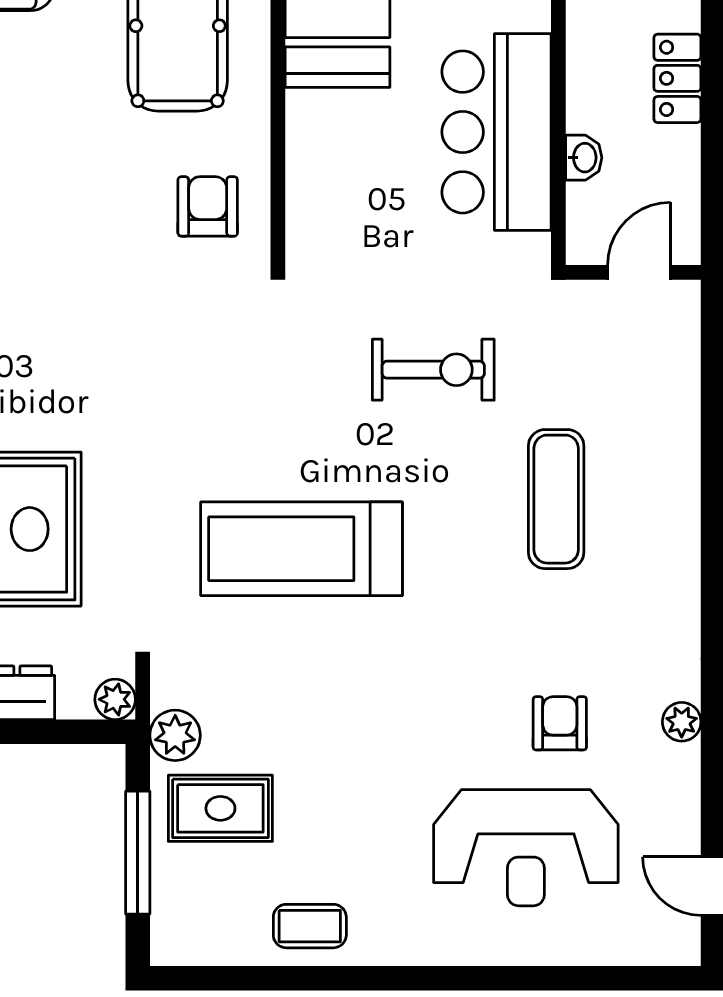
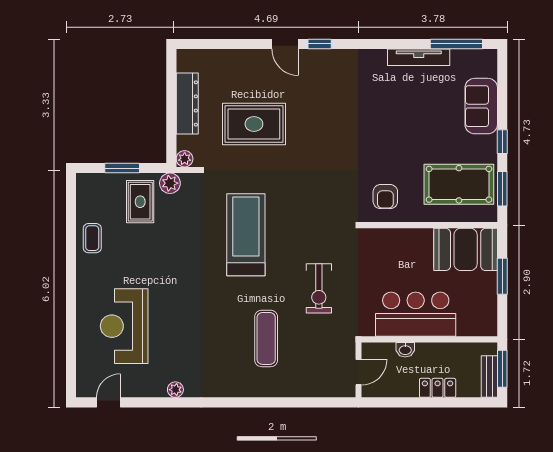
armchair: (208, 206) -> (385, 197), turned 90
door: (639, 272) -> (358, 372), hinge flipped
exercise mat: (556, 499) -> (266, 338), turned 90
armchair: (560, 723) -> (175, 340), removed
window: (138, 853) -> (122, 168), width x0.69

